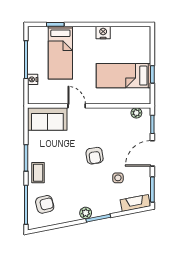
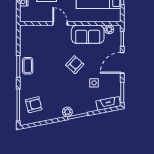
sofa: (47, 119) -> (88, 34), moved
armchair: (95, 156) -> (75, 65), turned -129
coffee table: (38, 173) -> (28, 66), moved

